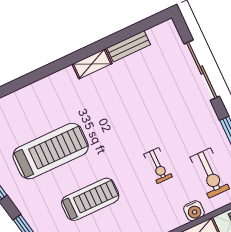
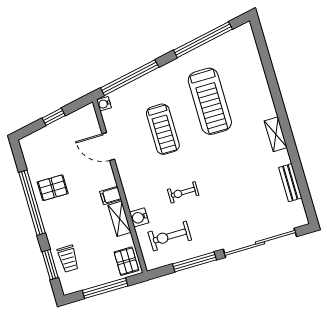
shelving: (92, 64) -> (276, 134), moved
sliding door: (202, 70) -> (260, 243), width x1.36

